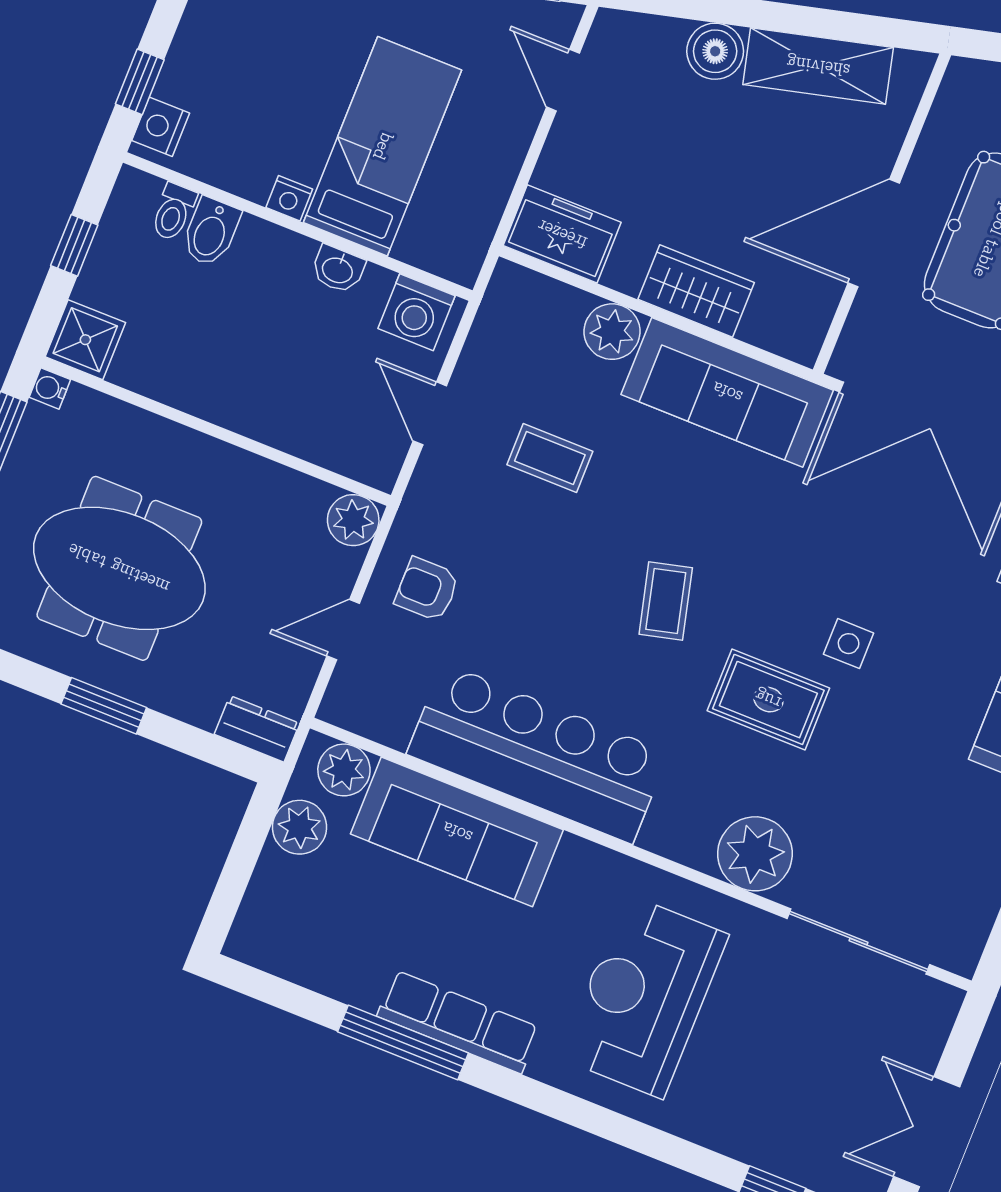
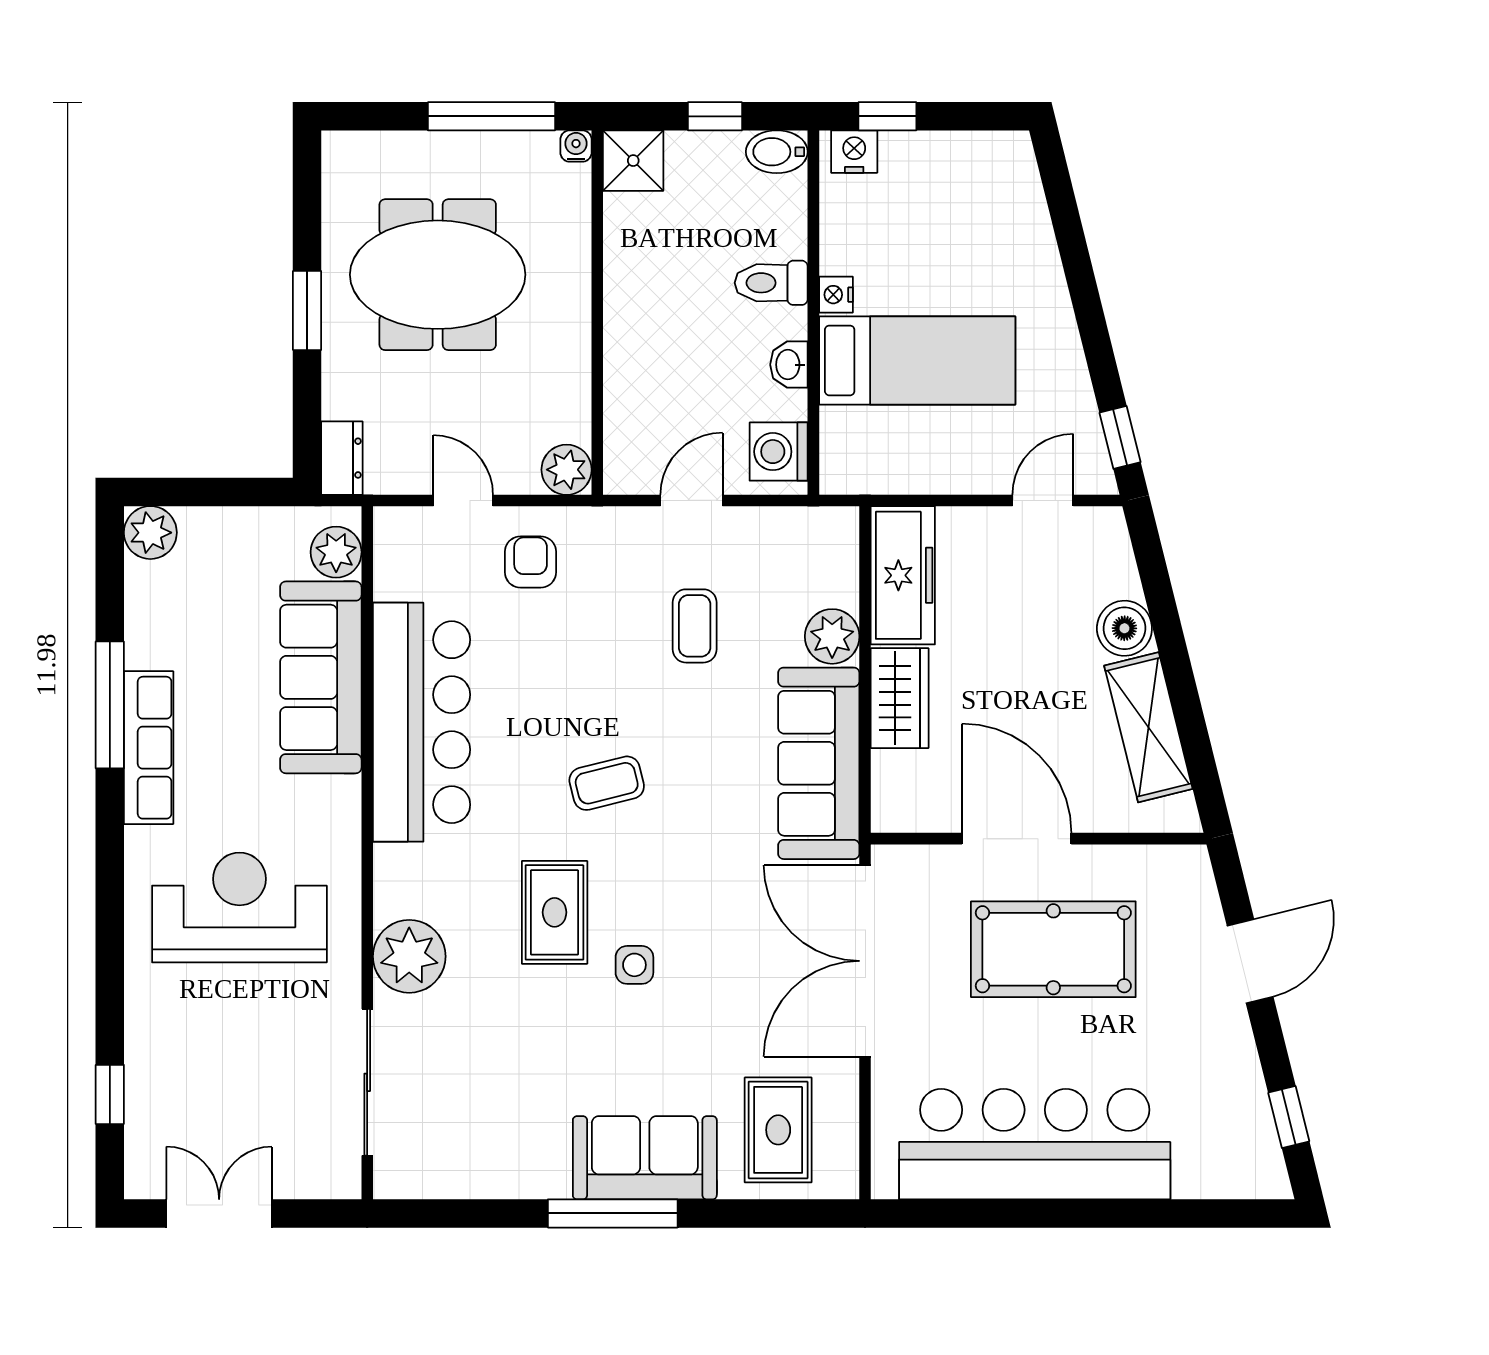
toilet: (173, 212) -> (771, 283), moved, width x1.37, depth x1.39
bidet: (211, 232) -> (777, 152), moved
freezer: (562, 234) -> (903, 575), width x1.40
meeting table: (119, 568) -> (438, 275), turned 90
plant: (300, 827) -> (150, 533), moved

